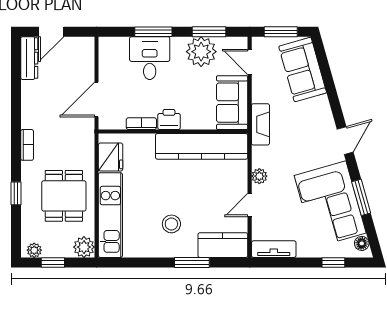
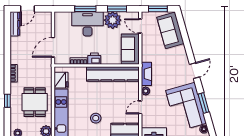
desk: (150, 58) -> (88, 24), width x1.37
fireplace: (260, 124) -> (146, 74), moved

